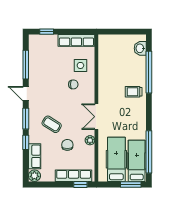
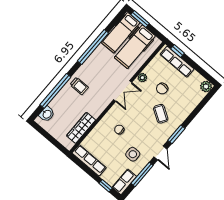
wardrobe: (104, 60) -> (81, 128), added
side table: (80, 65) -> (133, 154), moved
window: (26, 142) -> (191, 117), removed
window: (149, 152) -> (93, 47), moved
row of seats: (35, 156) -> (124, 182), moved

